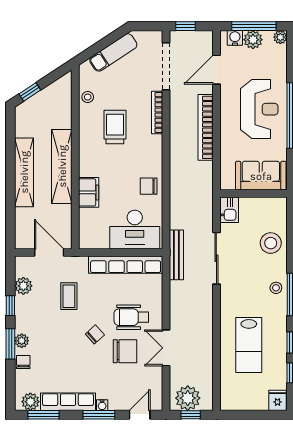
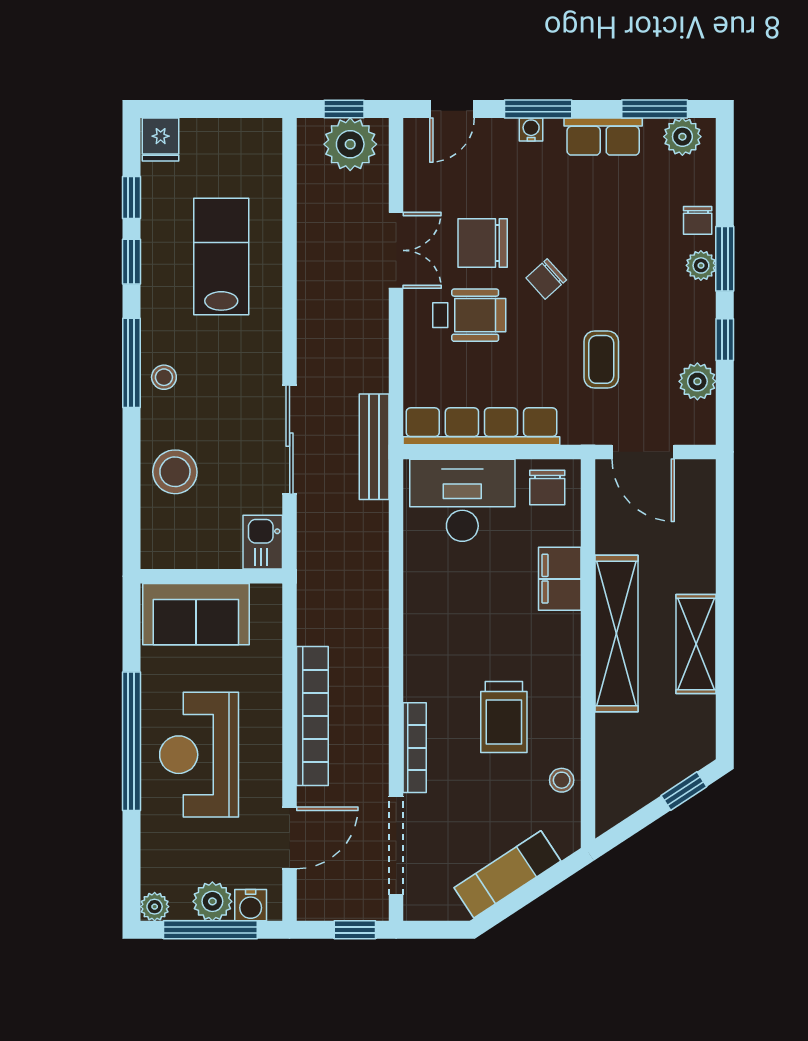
shelving: (24, 172) -> (696, 644), width x0.68
chair: (149, 186) -> (547, 487), moved, turned 90
row of seats: (68, 402) -> (603, 137), width x0.68

